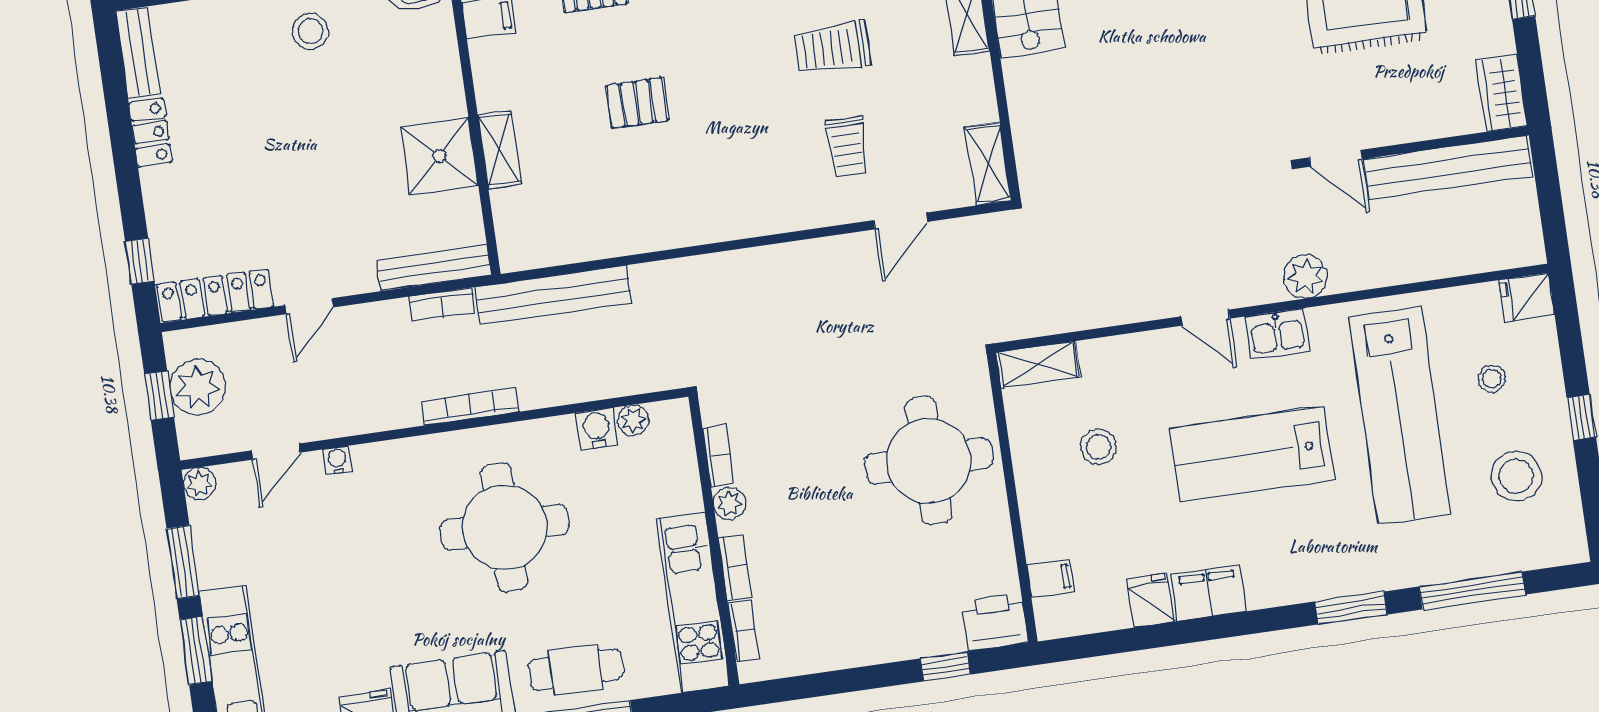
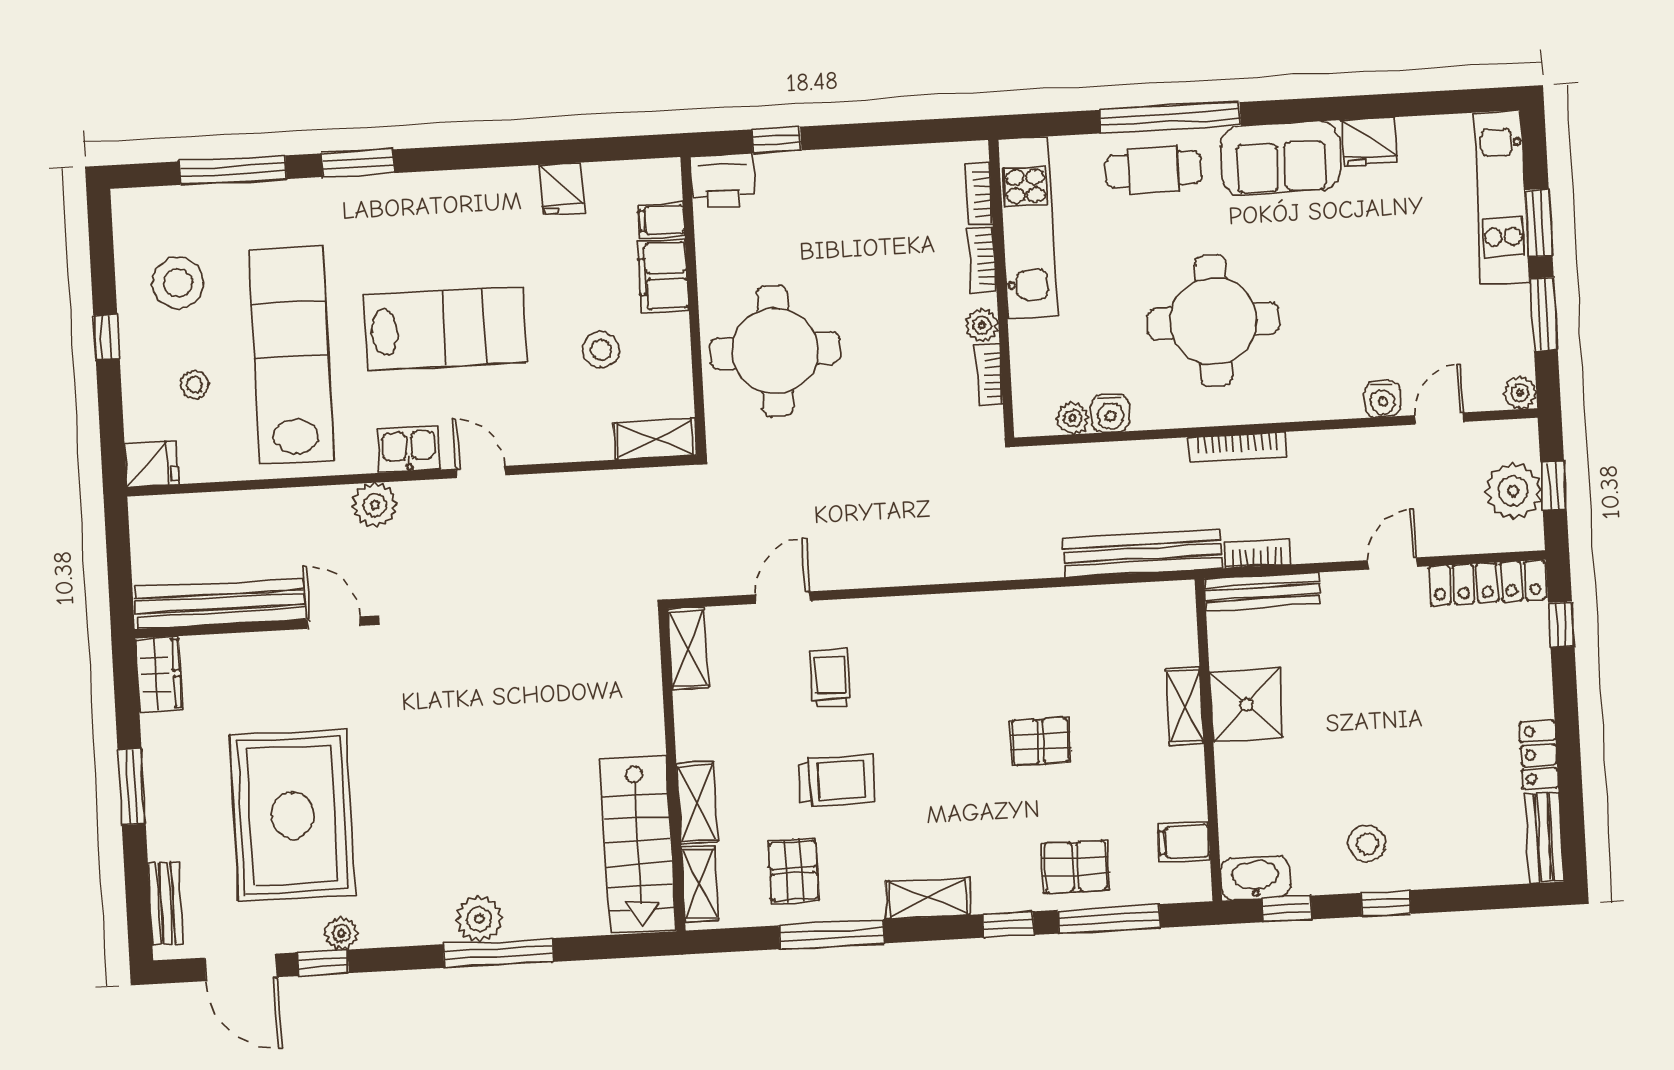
water cooler: (337, 460) -> (1382, 399), width x1.38, depth x1.38
filing cabinet: (1209, 593) -> (663, 276), moved, turned 90

